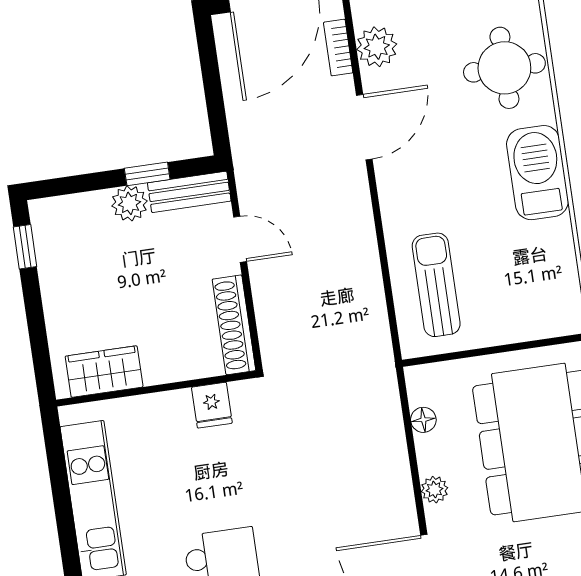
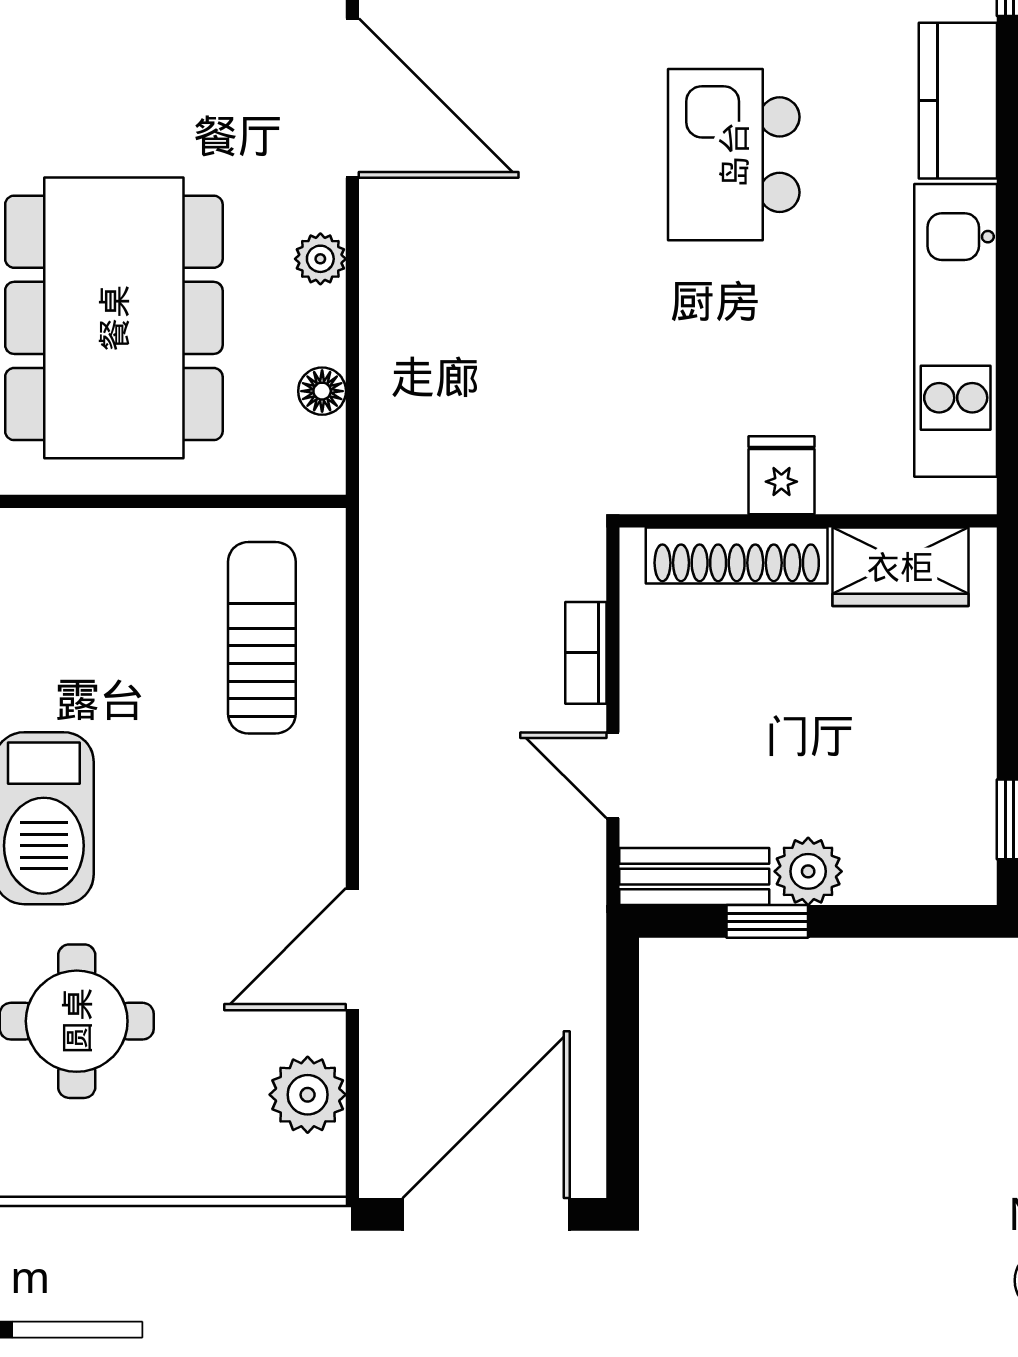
bookcase: (338, 48) -> (586, 653), moved, turned 180
sun lounger: (436, 285) -> (262, 638), turned 180
shoe rack: (234, 325) -> (737, 556), moved, turned 90
fridge: (212, 405) -> (781, 475), moved

